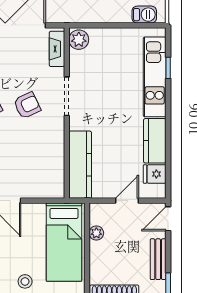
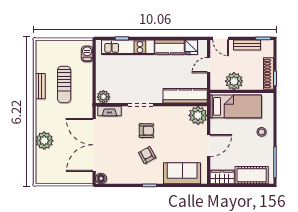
armchair: (27, 105) -> (146, 131), turned 115
plant: (50, 184) -> (198, 115), added
door: (127, 201) -> (209, 65), hinge flipped
plant: (96, 233) -> (234, 81), width x1.87, depth x1.87

